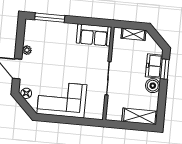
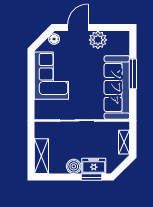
window: (50, 18) -> (133, 74), moved
sofa: (94, 35) -> (117, 87), width x1.85, depth x1.27
plant: (27, 50) -> (98, 40), width x1.88, depth x1.88

